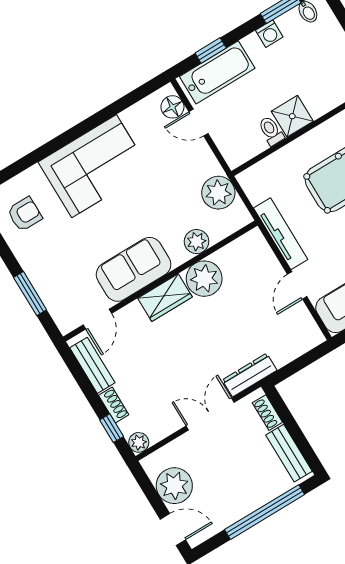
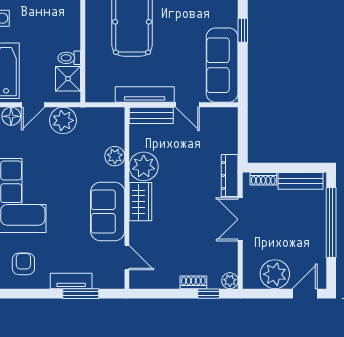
shower: (292, 116) -> (68, 79), moved
plant: (218, 193) -> (63, 120), moved
tv unit: (37, 275) -> (71, 281), added
bench: (92, 365) -> (151, 115), moved

